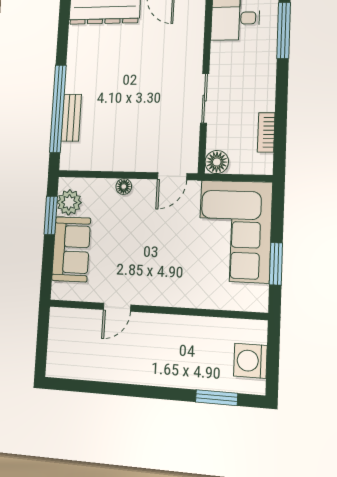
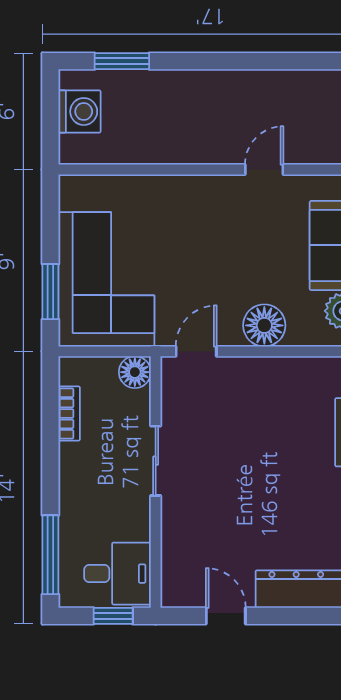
floor lamp: (124, 187) -> (264, 325), width x1.89, depth x1.89
window: (276, 264) -> (50, 292), moved

